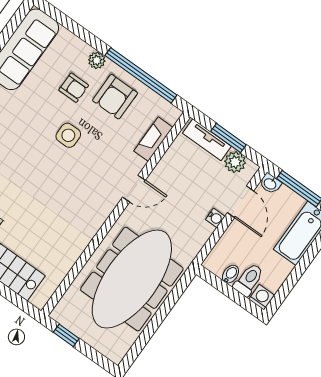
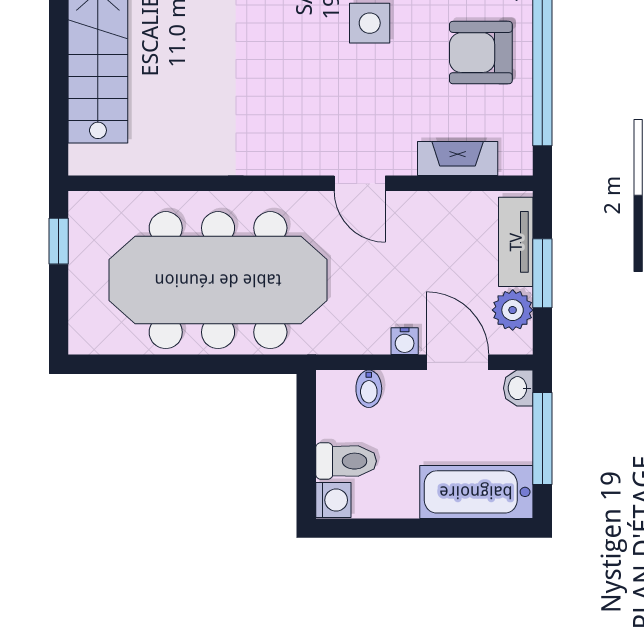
door: (241, 202) -> (457, 362), swing flipped
bidet: (230, 274) -> (369, 389), moved, turned 90

